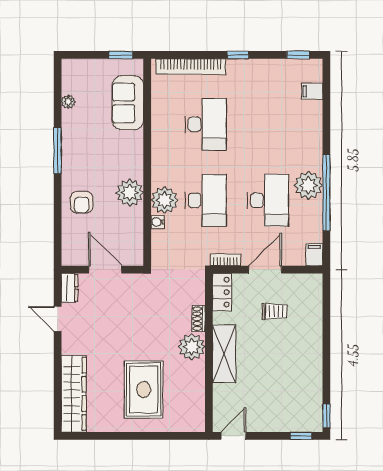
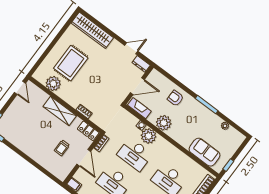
fireplace: (135, 243) -> (139, 108), added
plant: (192, 347) -> (53, 84), moved
rug: (144, 390) -> (71, 63), turned 90

